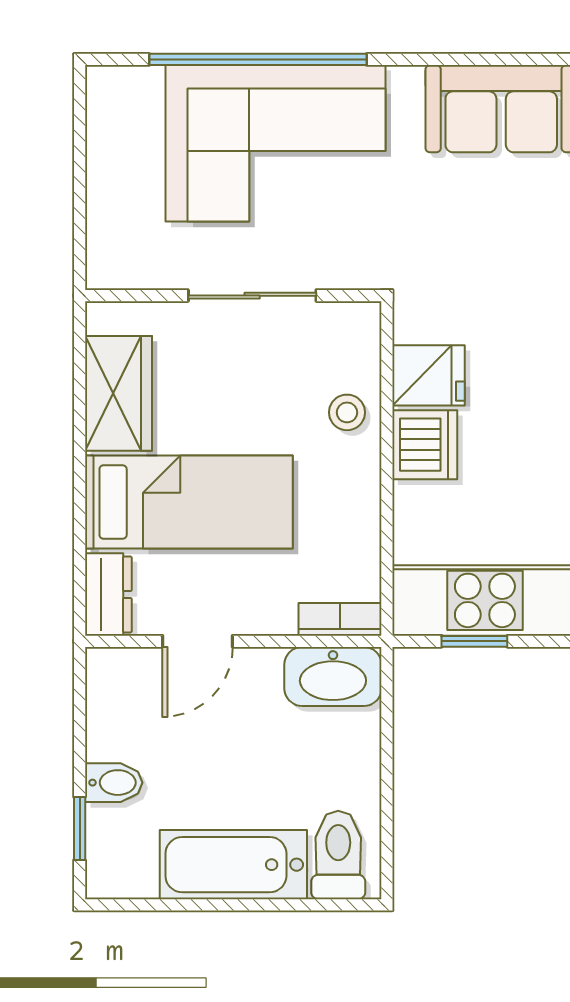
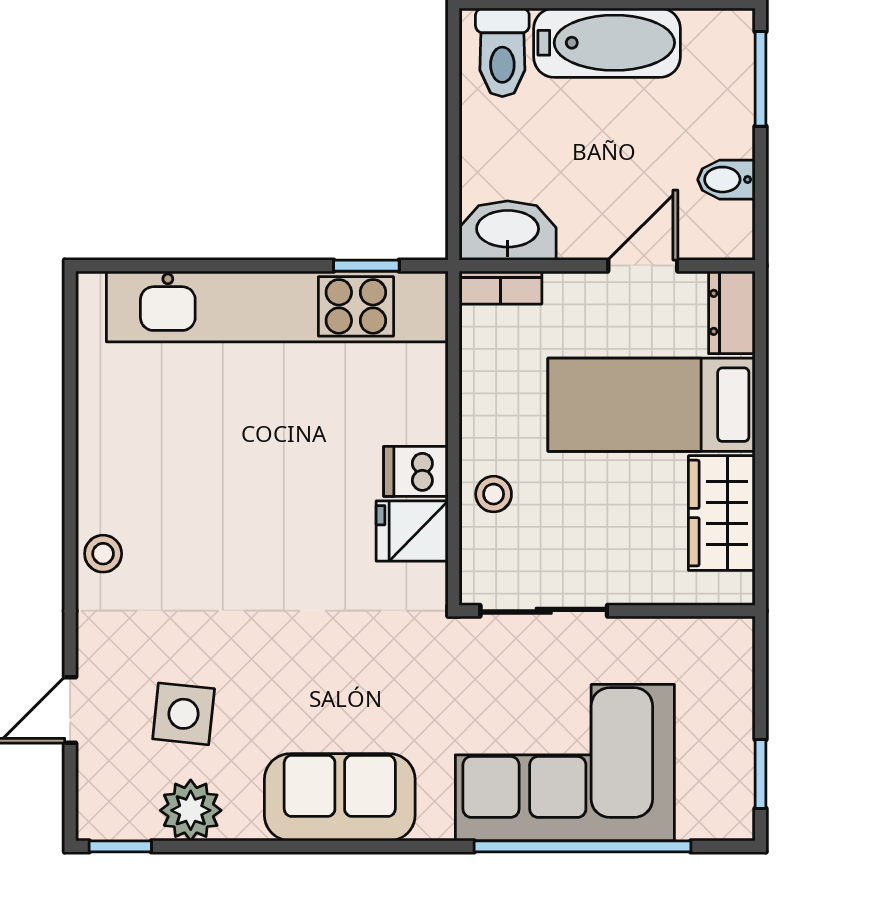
window: (80, 132) -> (761, 774), added
sliding door: (252, 296) -> (544, 611), moved
dishwasher: (425, 445) -> (416, 471), width x0.73
bidet: (114, 783) -> (726, 180), moved
window: (80, 828) -> (761, 79), width x1.50

